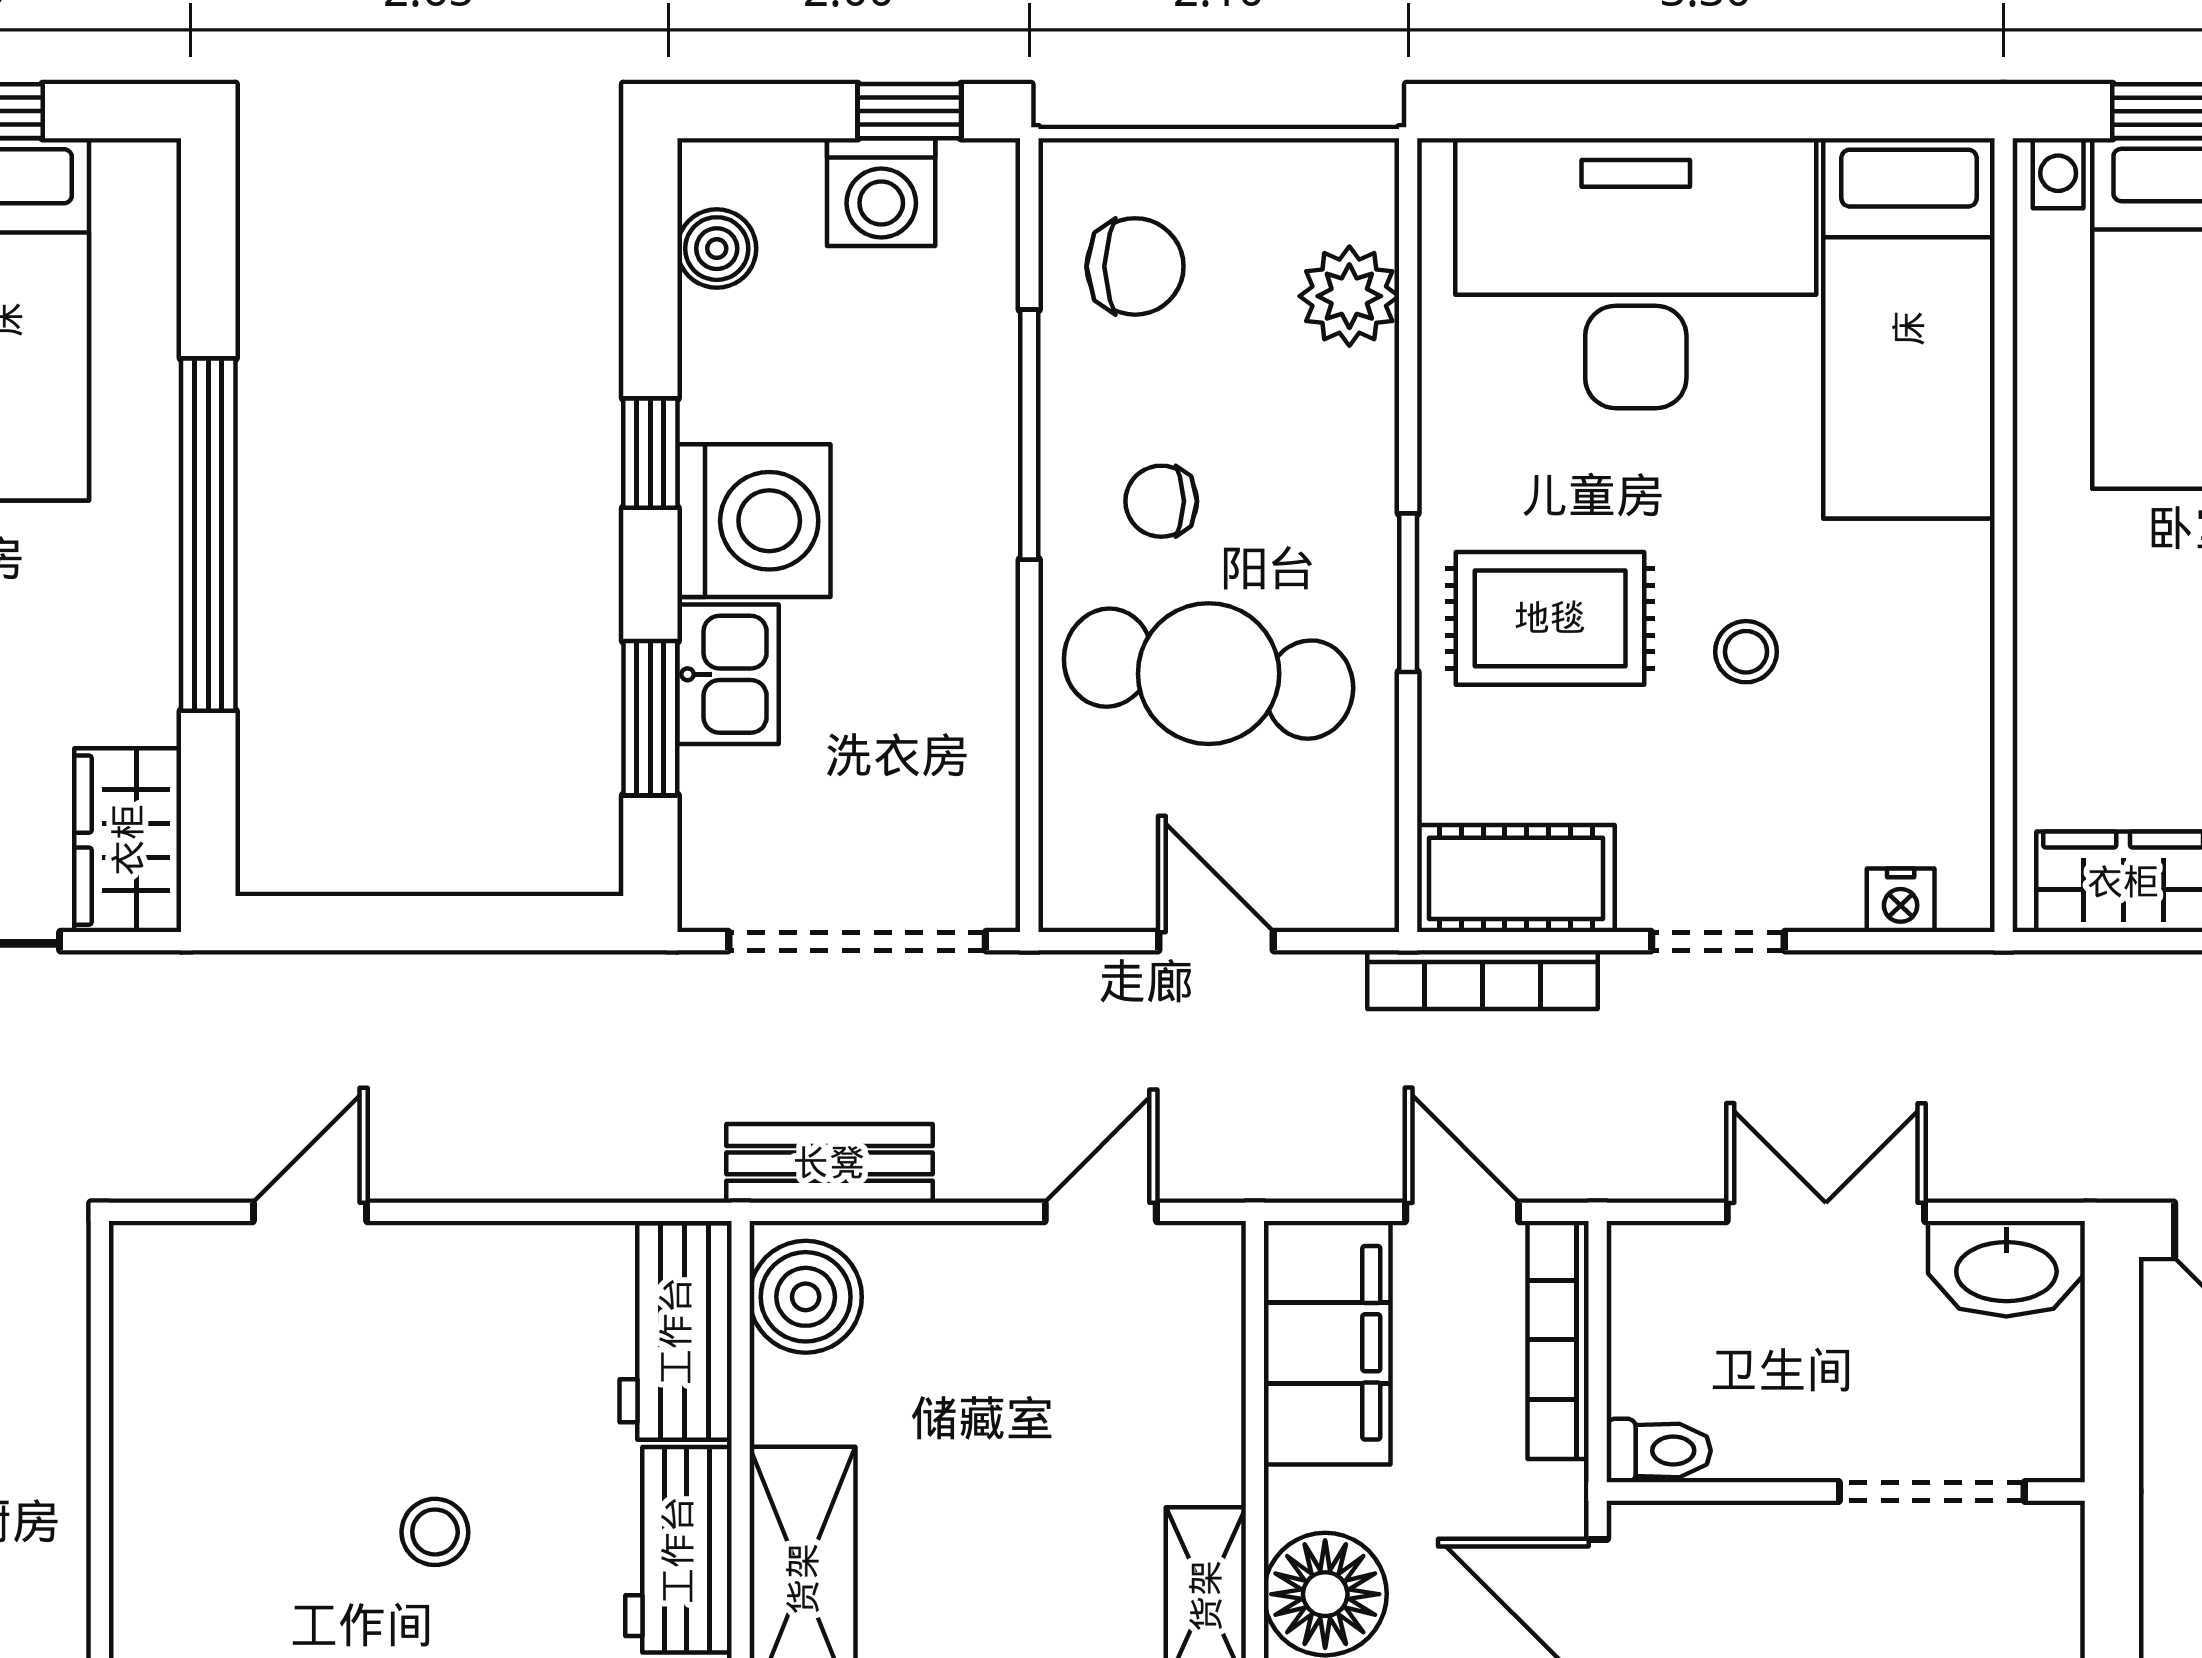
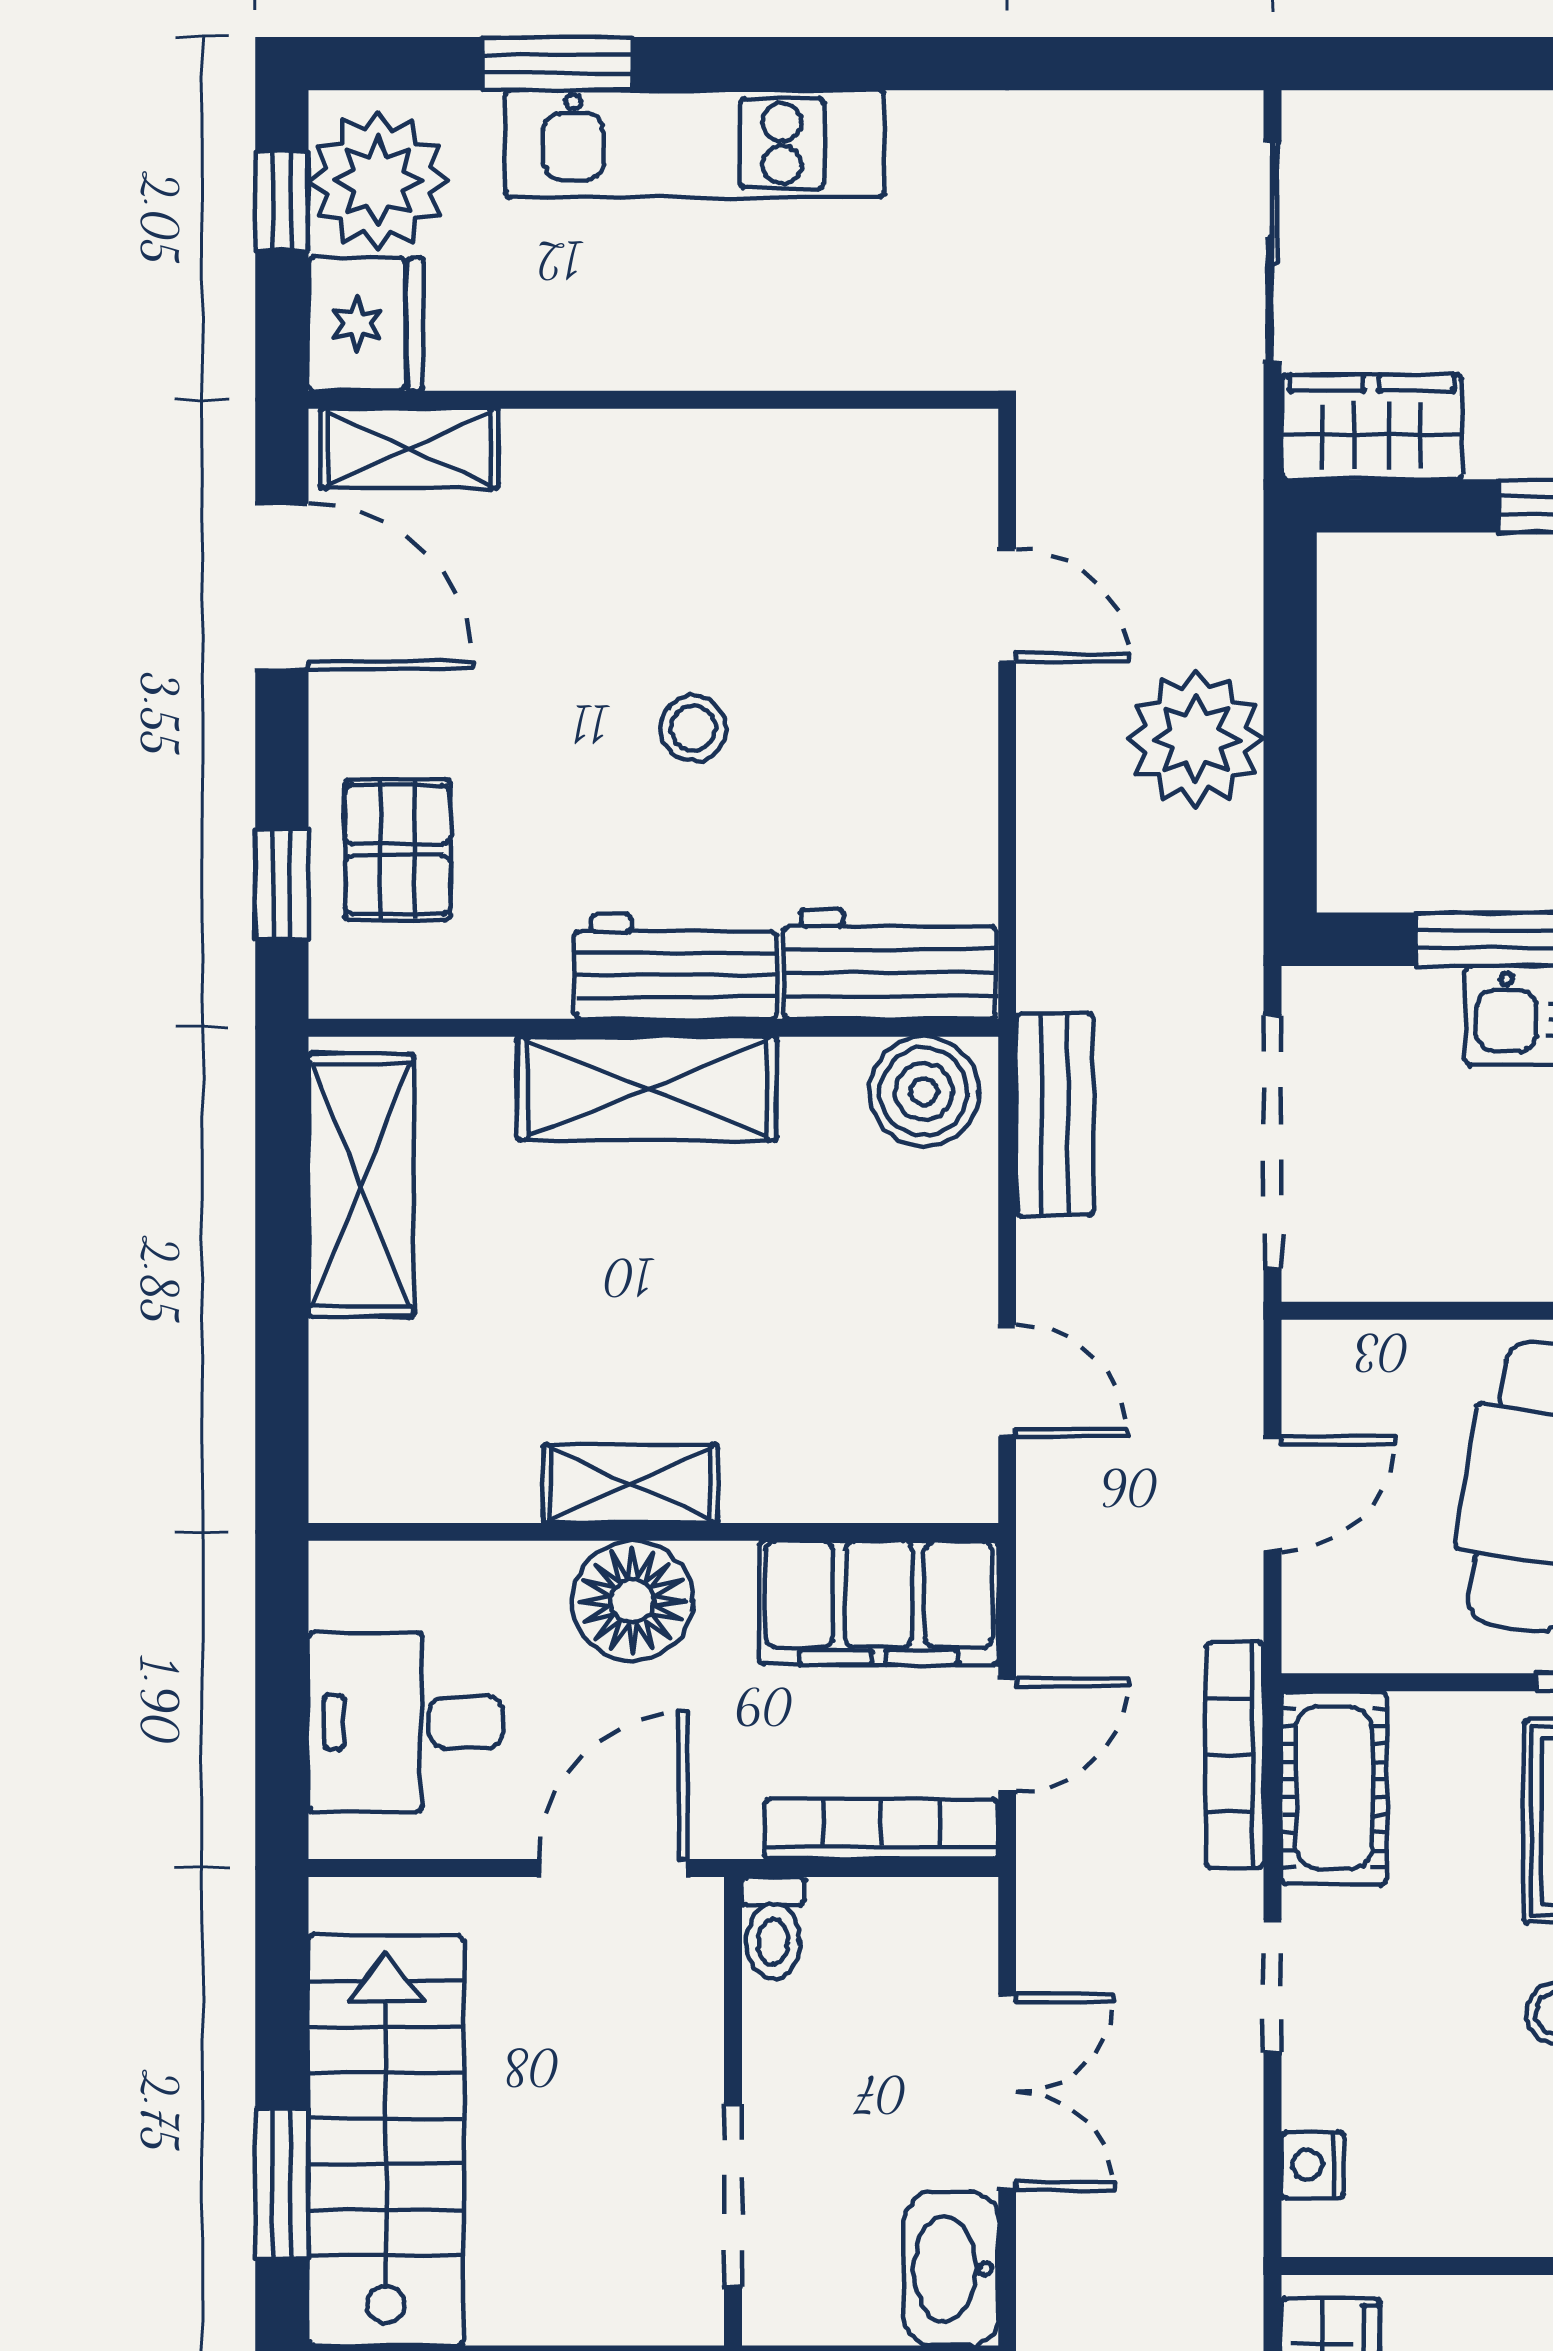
plant: (446, 1019) -> (1196, 739), added

